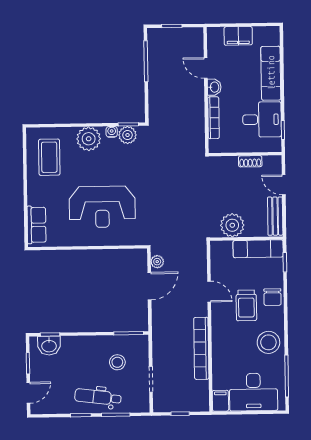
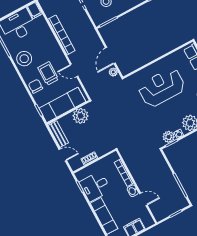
exam couch: (258, 249) -> (62, 105), width x1.36, depth x1.45

